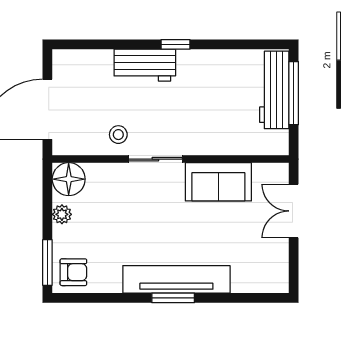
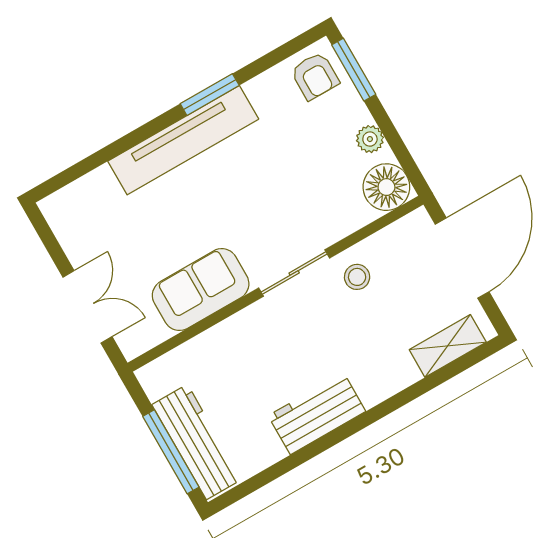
window: (175, 44) -> (350, 428), removed
shelving: (87, 60) -> (448, 346), added
workbench: (145, 65) -> (317, 413), moved
armchair: (73, 272) -> (315, 76), turned -90
window: (173, 298) -> (210, 95), moved

